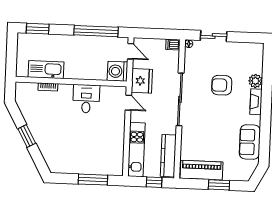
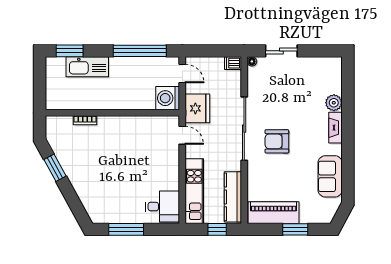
kitchen sink: (46, 70) -> (87, 67), moved, turned 180
armchair: (222, 85) -> (277, 141), moved
desk: (86, 99) -> (162, 207), moved, turned 90
window: (27, 136) -> (55, 168), moved
window: (93, 180) -> (126, 229), moved

